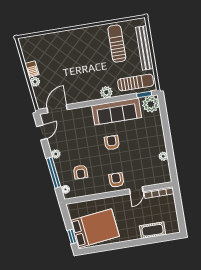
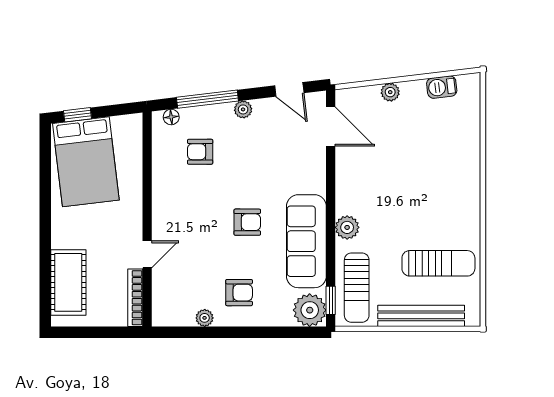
barbecue: (32, 69) -> (442, 87), moved
armchair: (116, 180) -> (239, 293), moved
door: (136, 190) -> (147, 254), swing flipped
cot: (153, 230) -> (68, 282), width x1.37, depth x1.34

